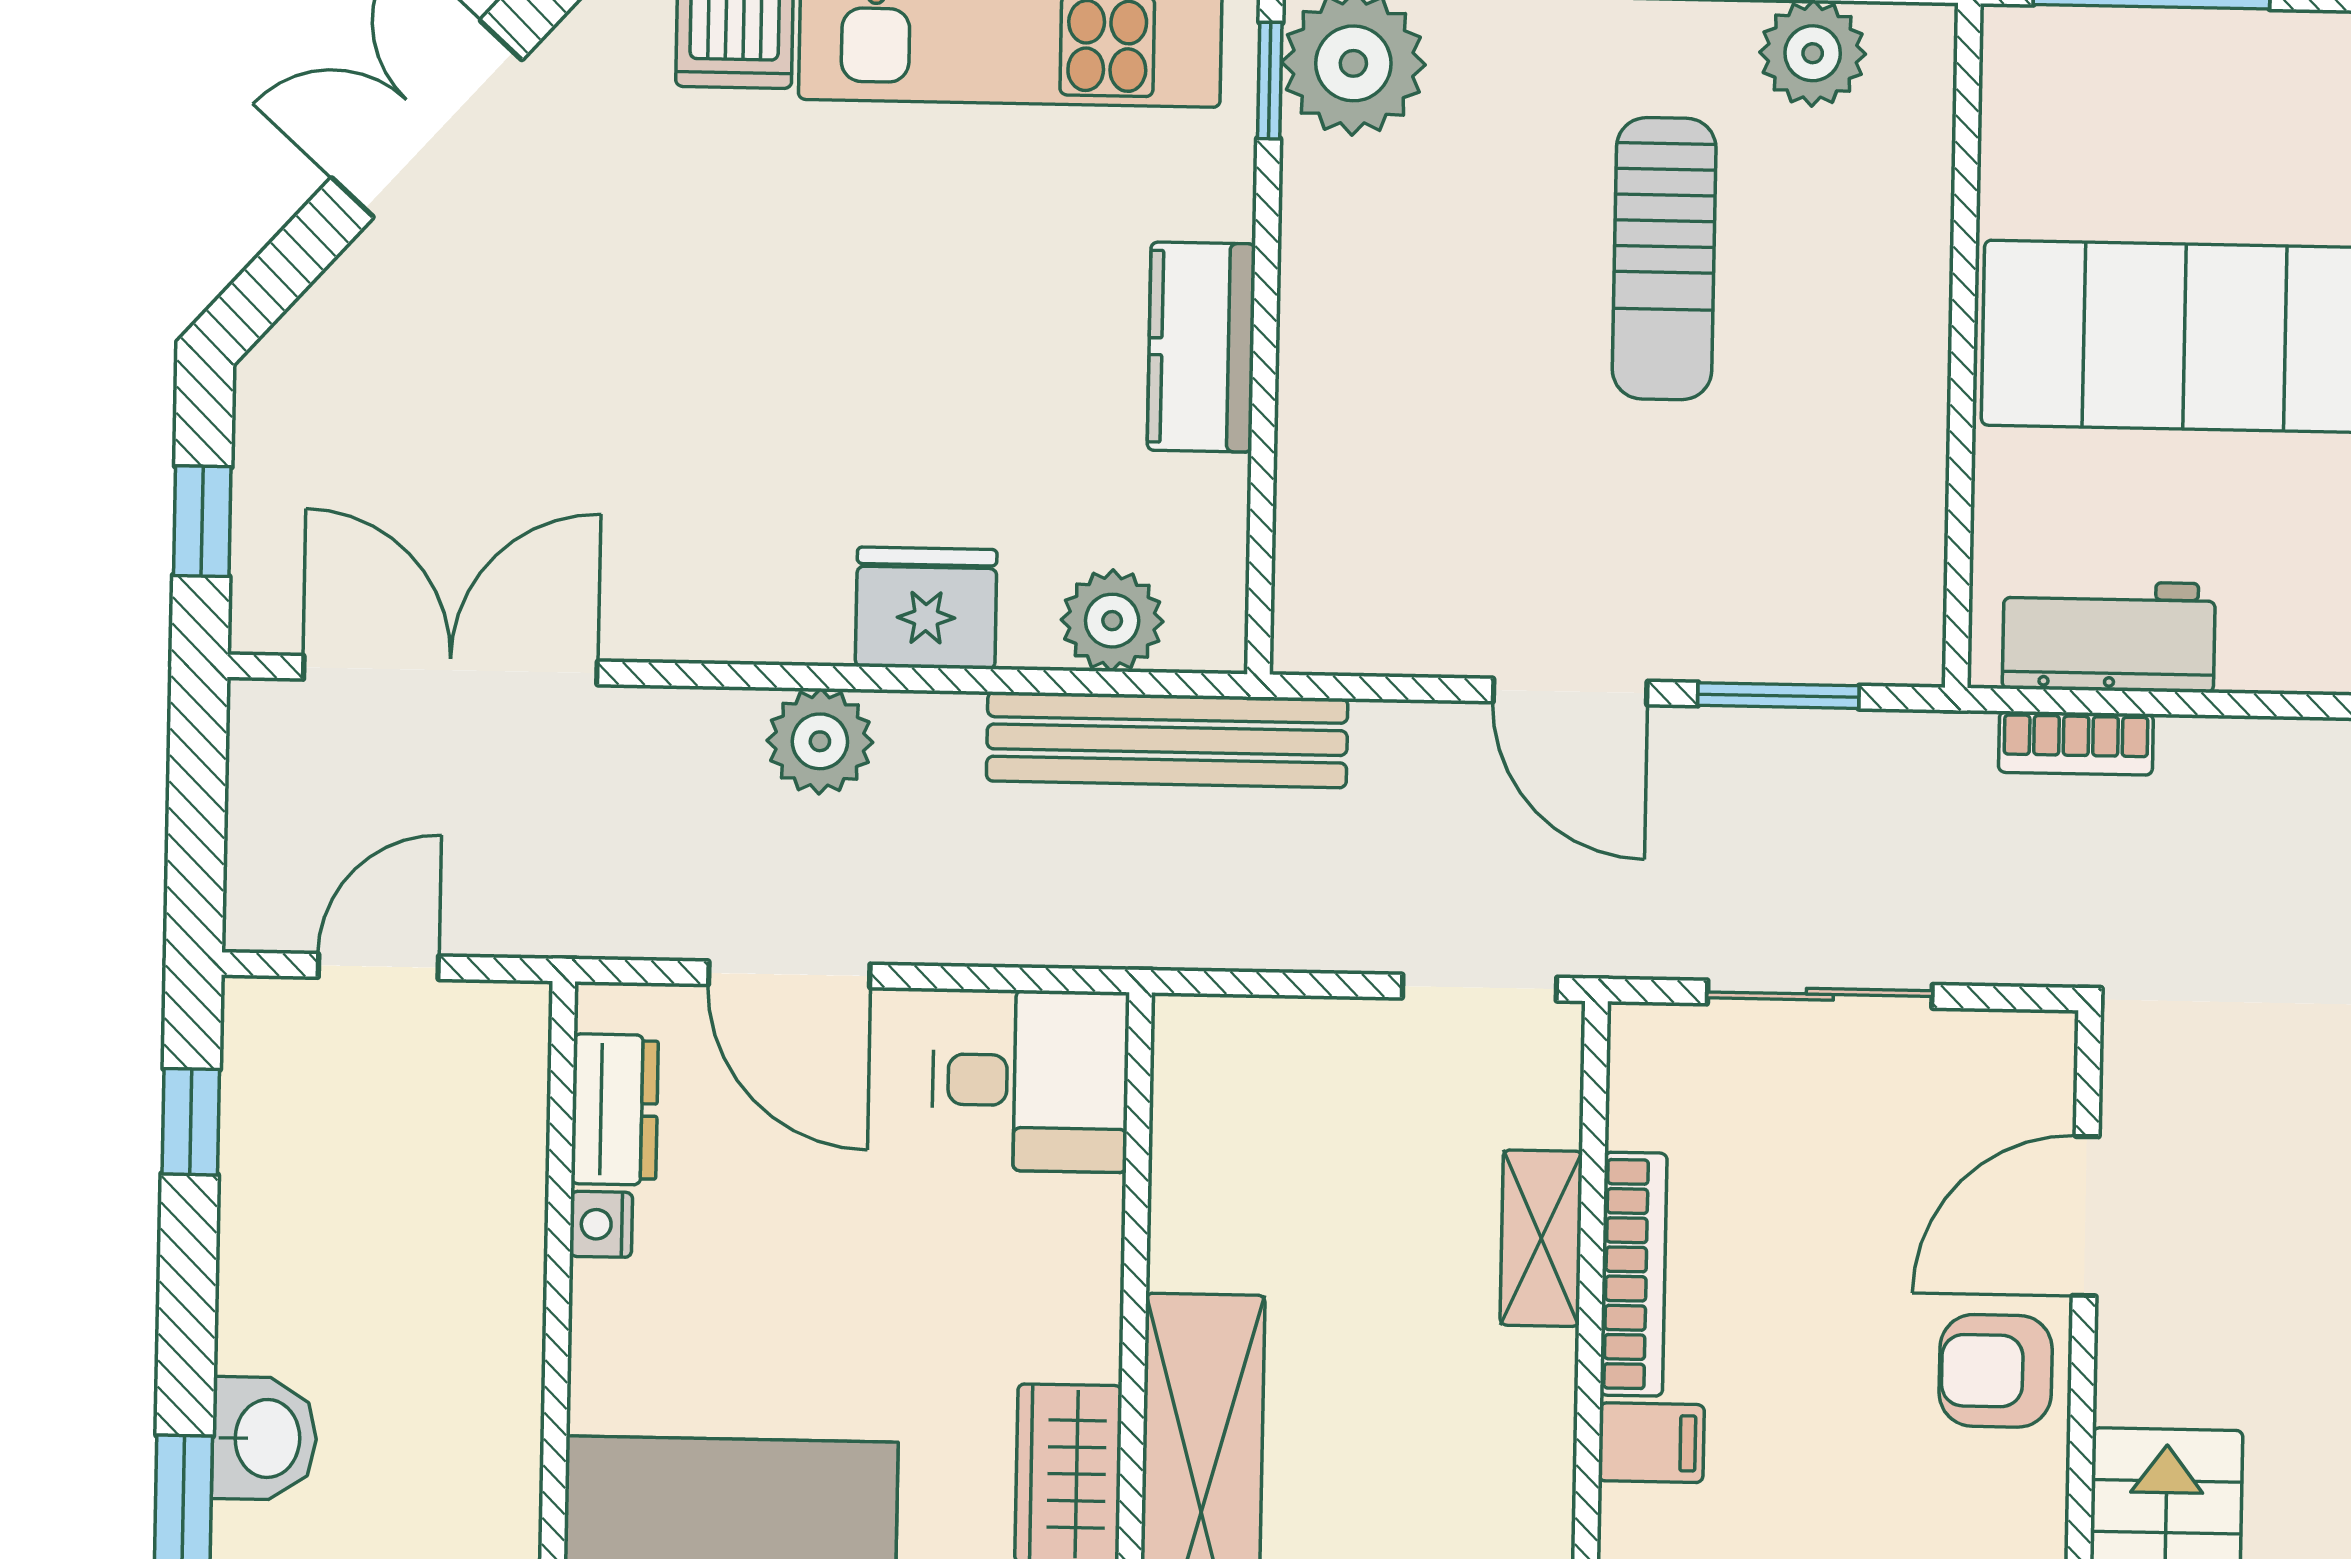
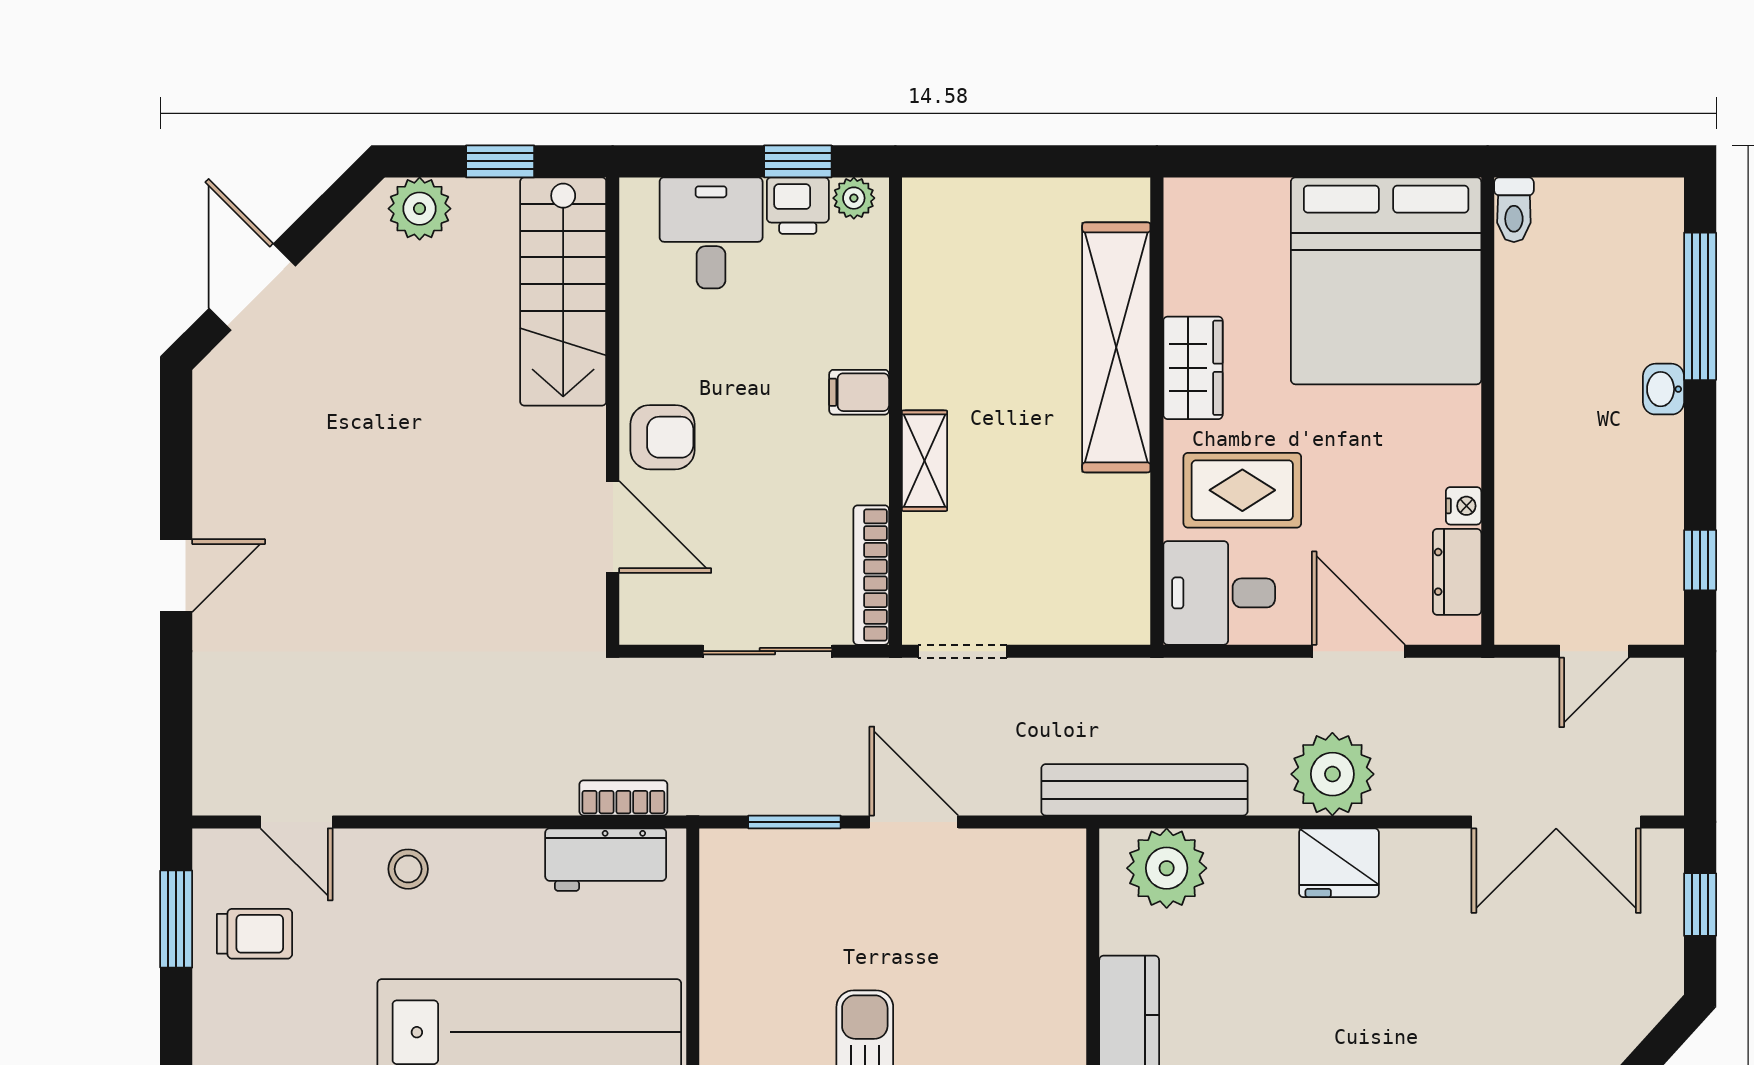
fridge: (926, 608) -> (1339, 863), moved
plant: (1112, 621) -> (1167, 868), width x1.36, depth x1.36
plant: (820, 741) -> (1332, 774), width x1.36, depth x1.36
door: (2086, 1216) -> (613, 527), hinge flipped
shelving: (1541, 1238) -> (924, 461), moved
rug: (986, 1259) -> (1242, 490), added
bookcase: (1634, 1274) -> (871, 575), moved
washbasin: (264, 1438) -> (1663, 389), width x0.72, depth x0.69

